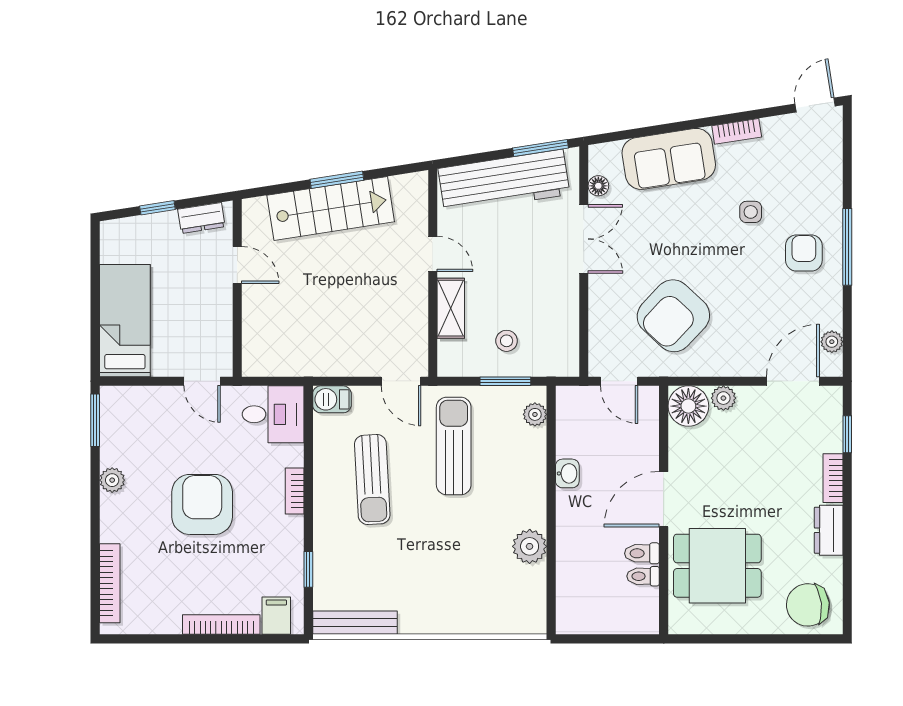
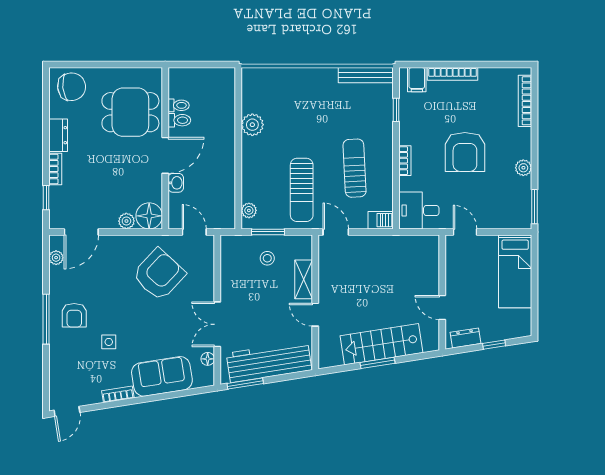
washbasin: (567, 473) -> (176, 183), moved, turned 180

